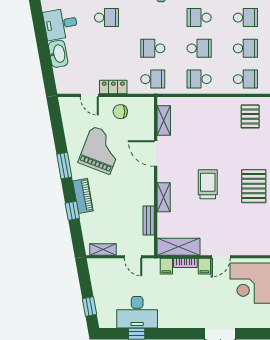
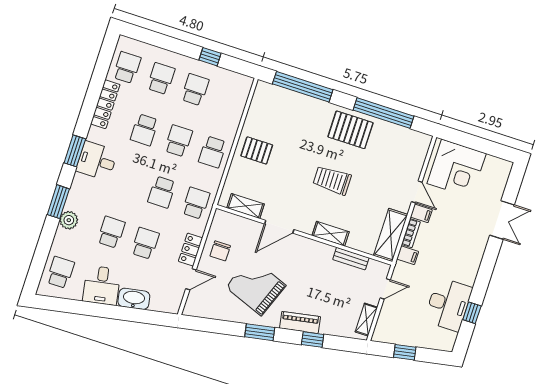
school desk: (245, 79) -> (145, 243), moved
pallet: (250, 116) -> (257, 150), moved
window: (89, 307) -> (405, 352), moved

